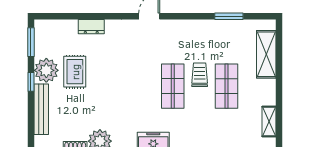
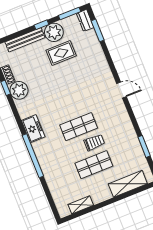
window: (65, 16) -> (98, 30), added
dresser: (91, 27) -> (85, 20), moved

